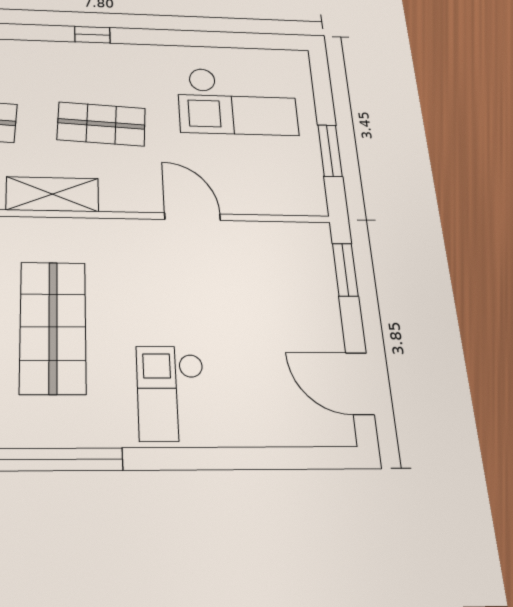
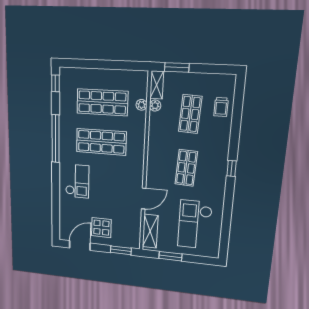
shelving: (52, 194) -> (150, 231), moved
display table: (293, 323) -> (101, 228), added
checkout: (171, 393) -> (77, 181), turned 90

